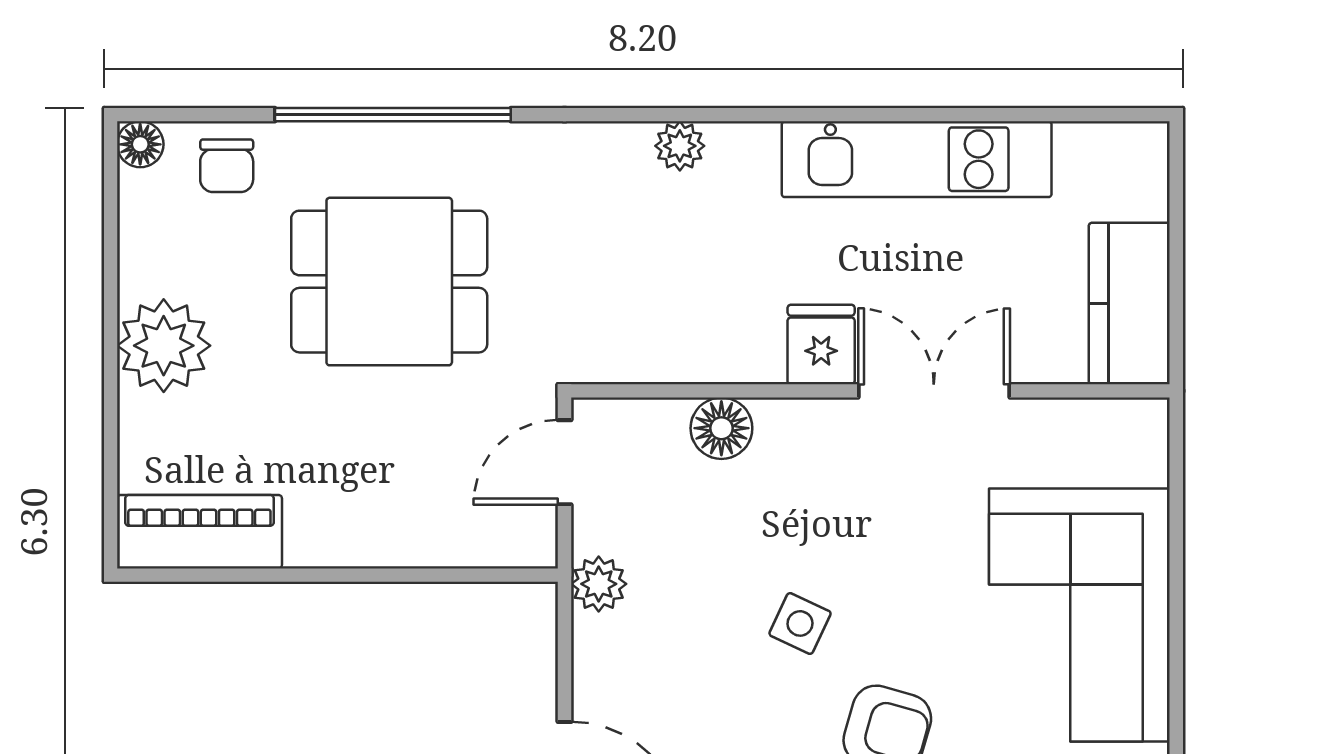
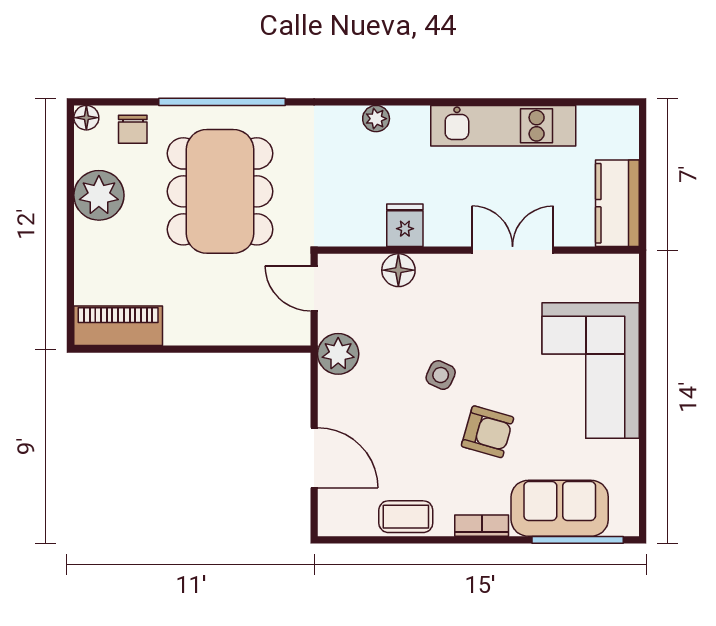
dining table: (389, 282) -> (220, 191), width x1.38
fridge: (821, 344) -> (405, 225), moved
plant: (164, 346) -> (99, 195), moved
door: (564, 462) -> (314, 288), hinge flipped
plant: (599, 584) -> (338, 354), width x1.38, depth x1.38

